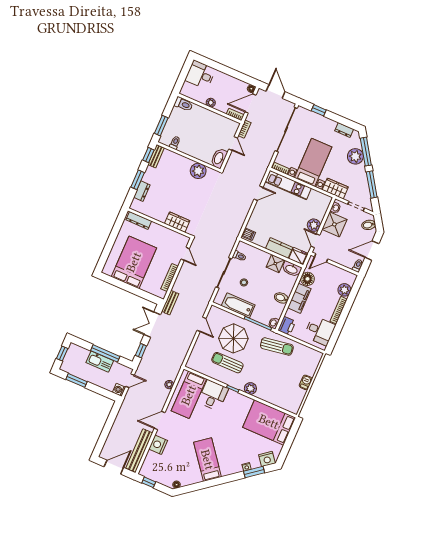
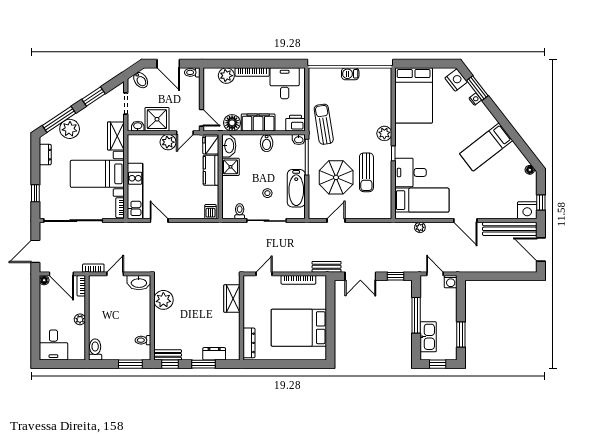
window: (372, 185) -> (93, 96), width x0.69
kitchen sink: (100, 362) -> (428, 337), moved
nightstand: (158, 445) -> (527, 210), moved

